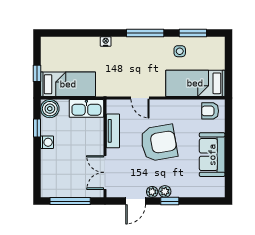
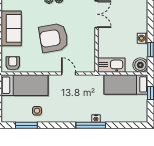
window: (145, 33) -> (91, 125), moved
armchair: (210, 111) -> (13, 63), turned -90
tv unit: (113, 131) -> (90, 47), removed

